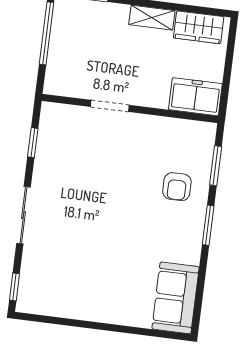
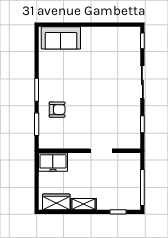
armchair: (177, 187) -> (57, 110), turned 90
sofa: (176, 298) -> (61, 38), moved, turned 90

